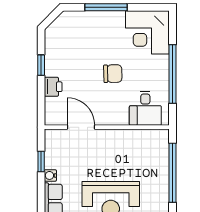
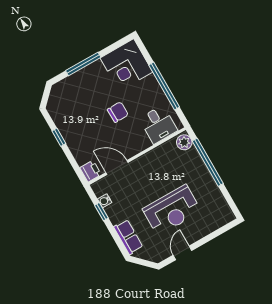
printer: (53, 87) -> (91, 171), moved
plant: (161, 140) -> (184, 142), added
water cooler: (50, 175) -> (105, 201), moved

